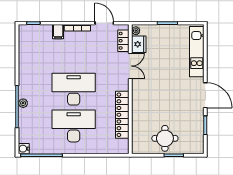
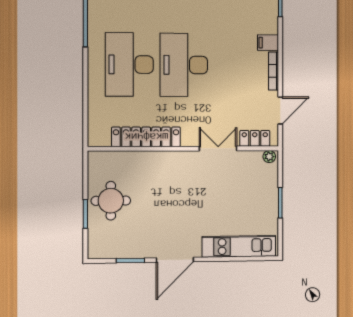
fridge: (139, 44) -> (250, 161), removed
double door: (130, 66) -> (218, 149), swing flipped
desk: (74, 89) -> (184, 65), turned 180
desk: (74, 126) -> (129, 64), turned 180

